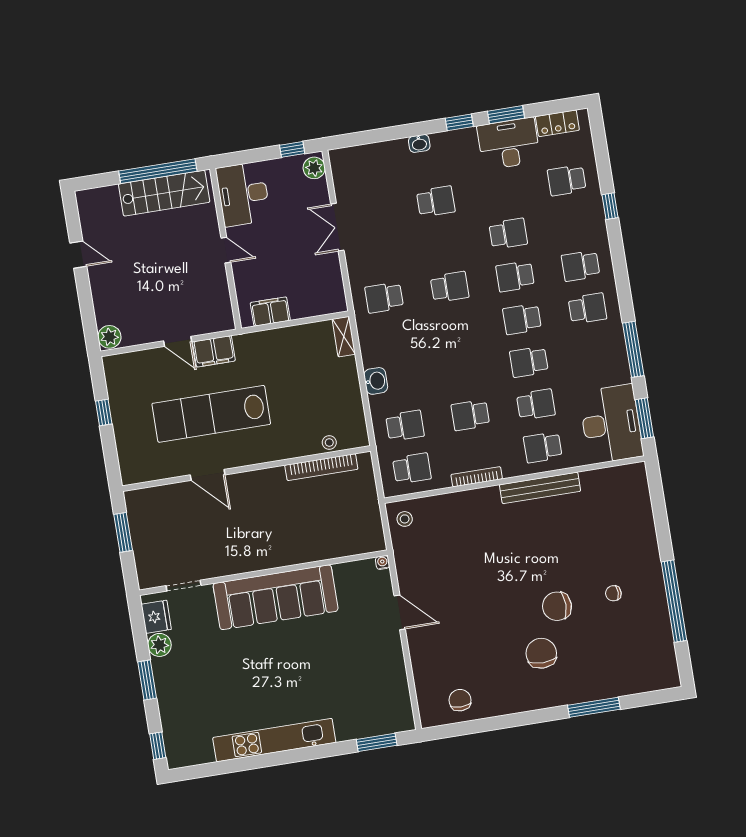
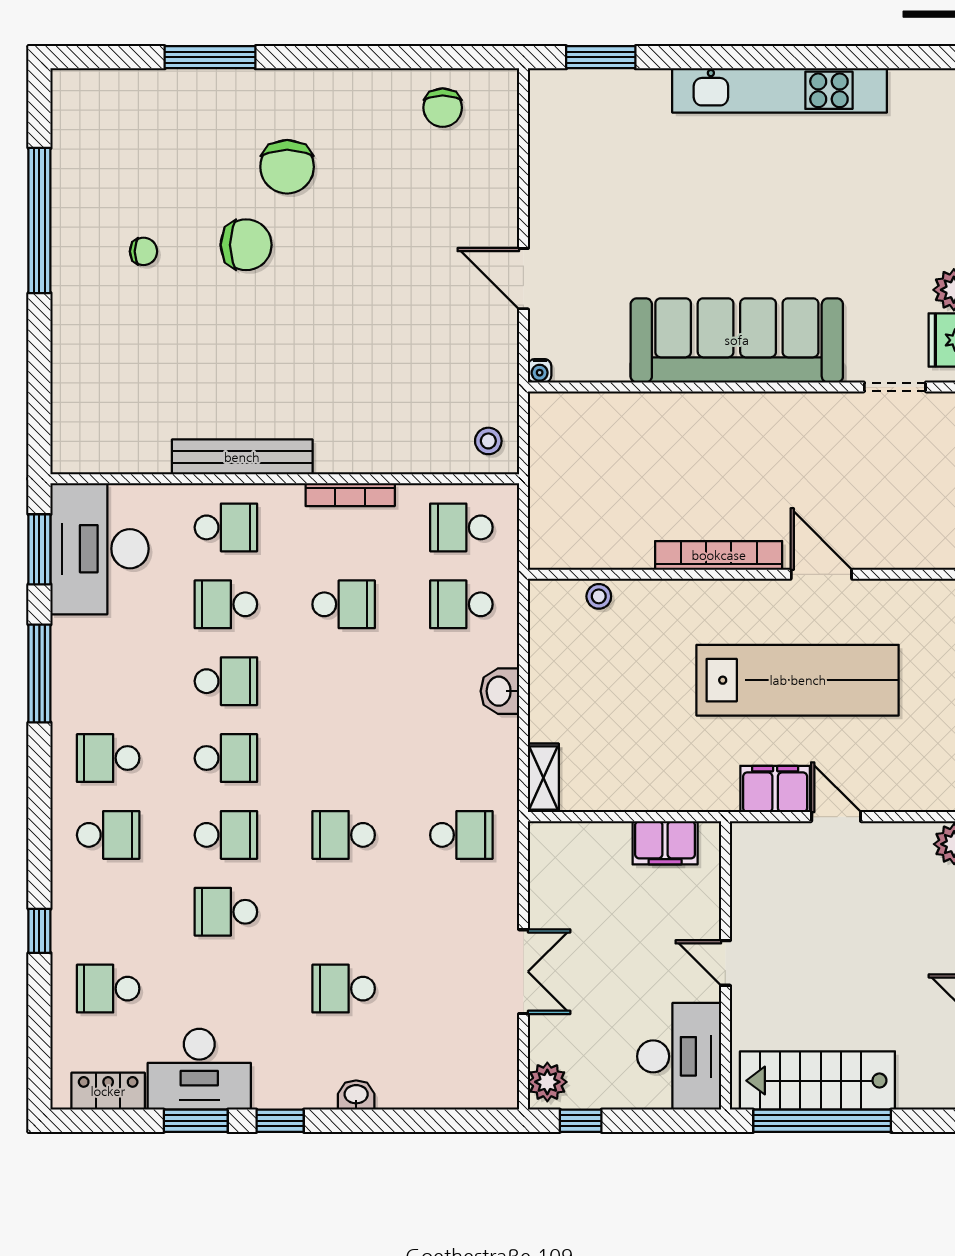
school desk: (567, 180) -> (108, 989), turned 180
bookcase: (321, 467) -> (719, 555), moved

